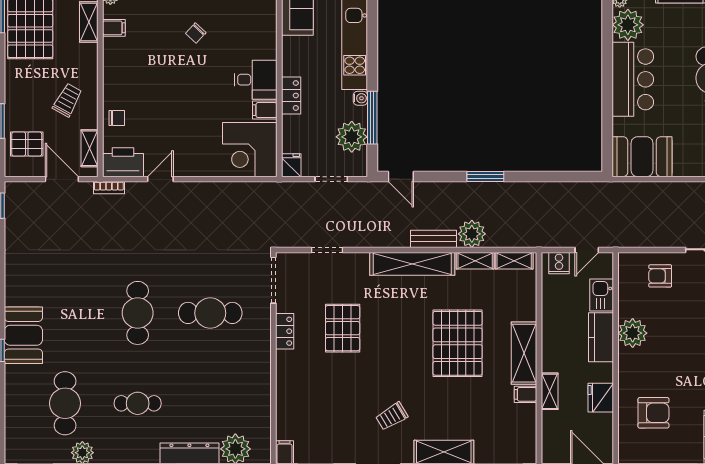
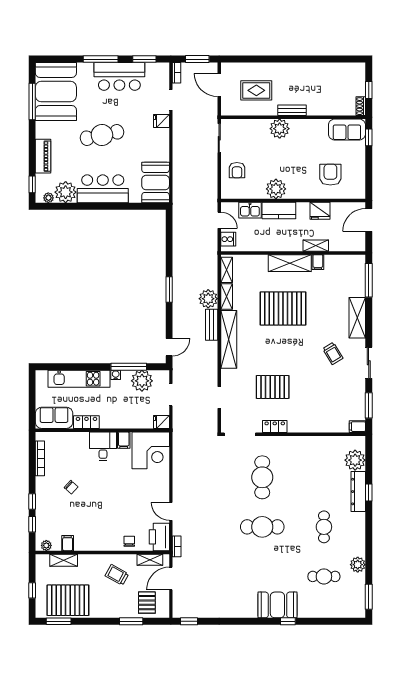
locker: (291, 95) -> (86, 422), moved
cafe table: (65, 403) -> (324, 576), width x0.73, depth x0.74

